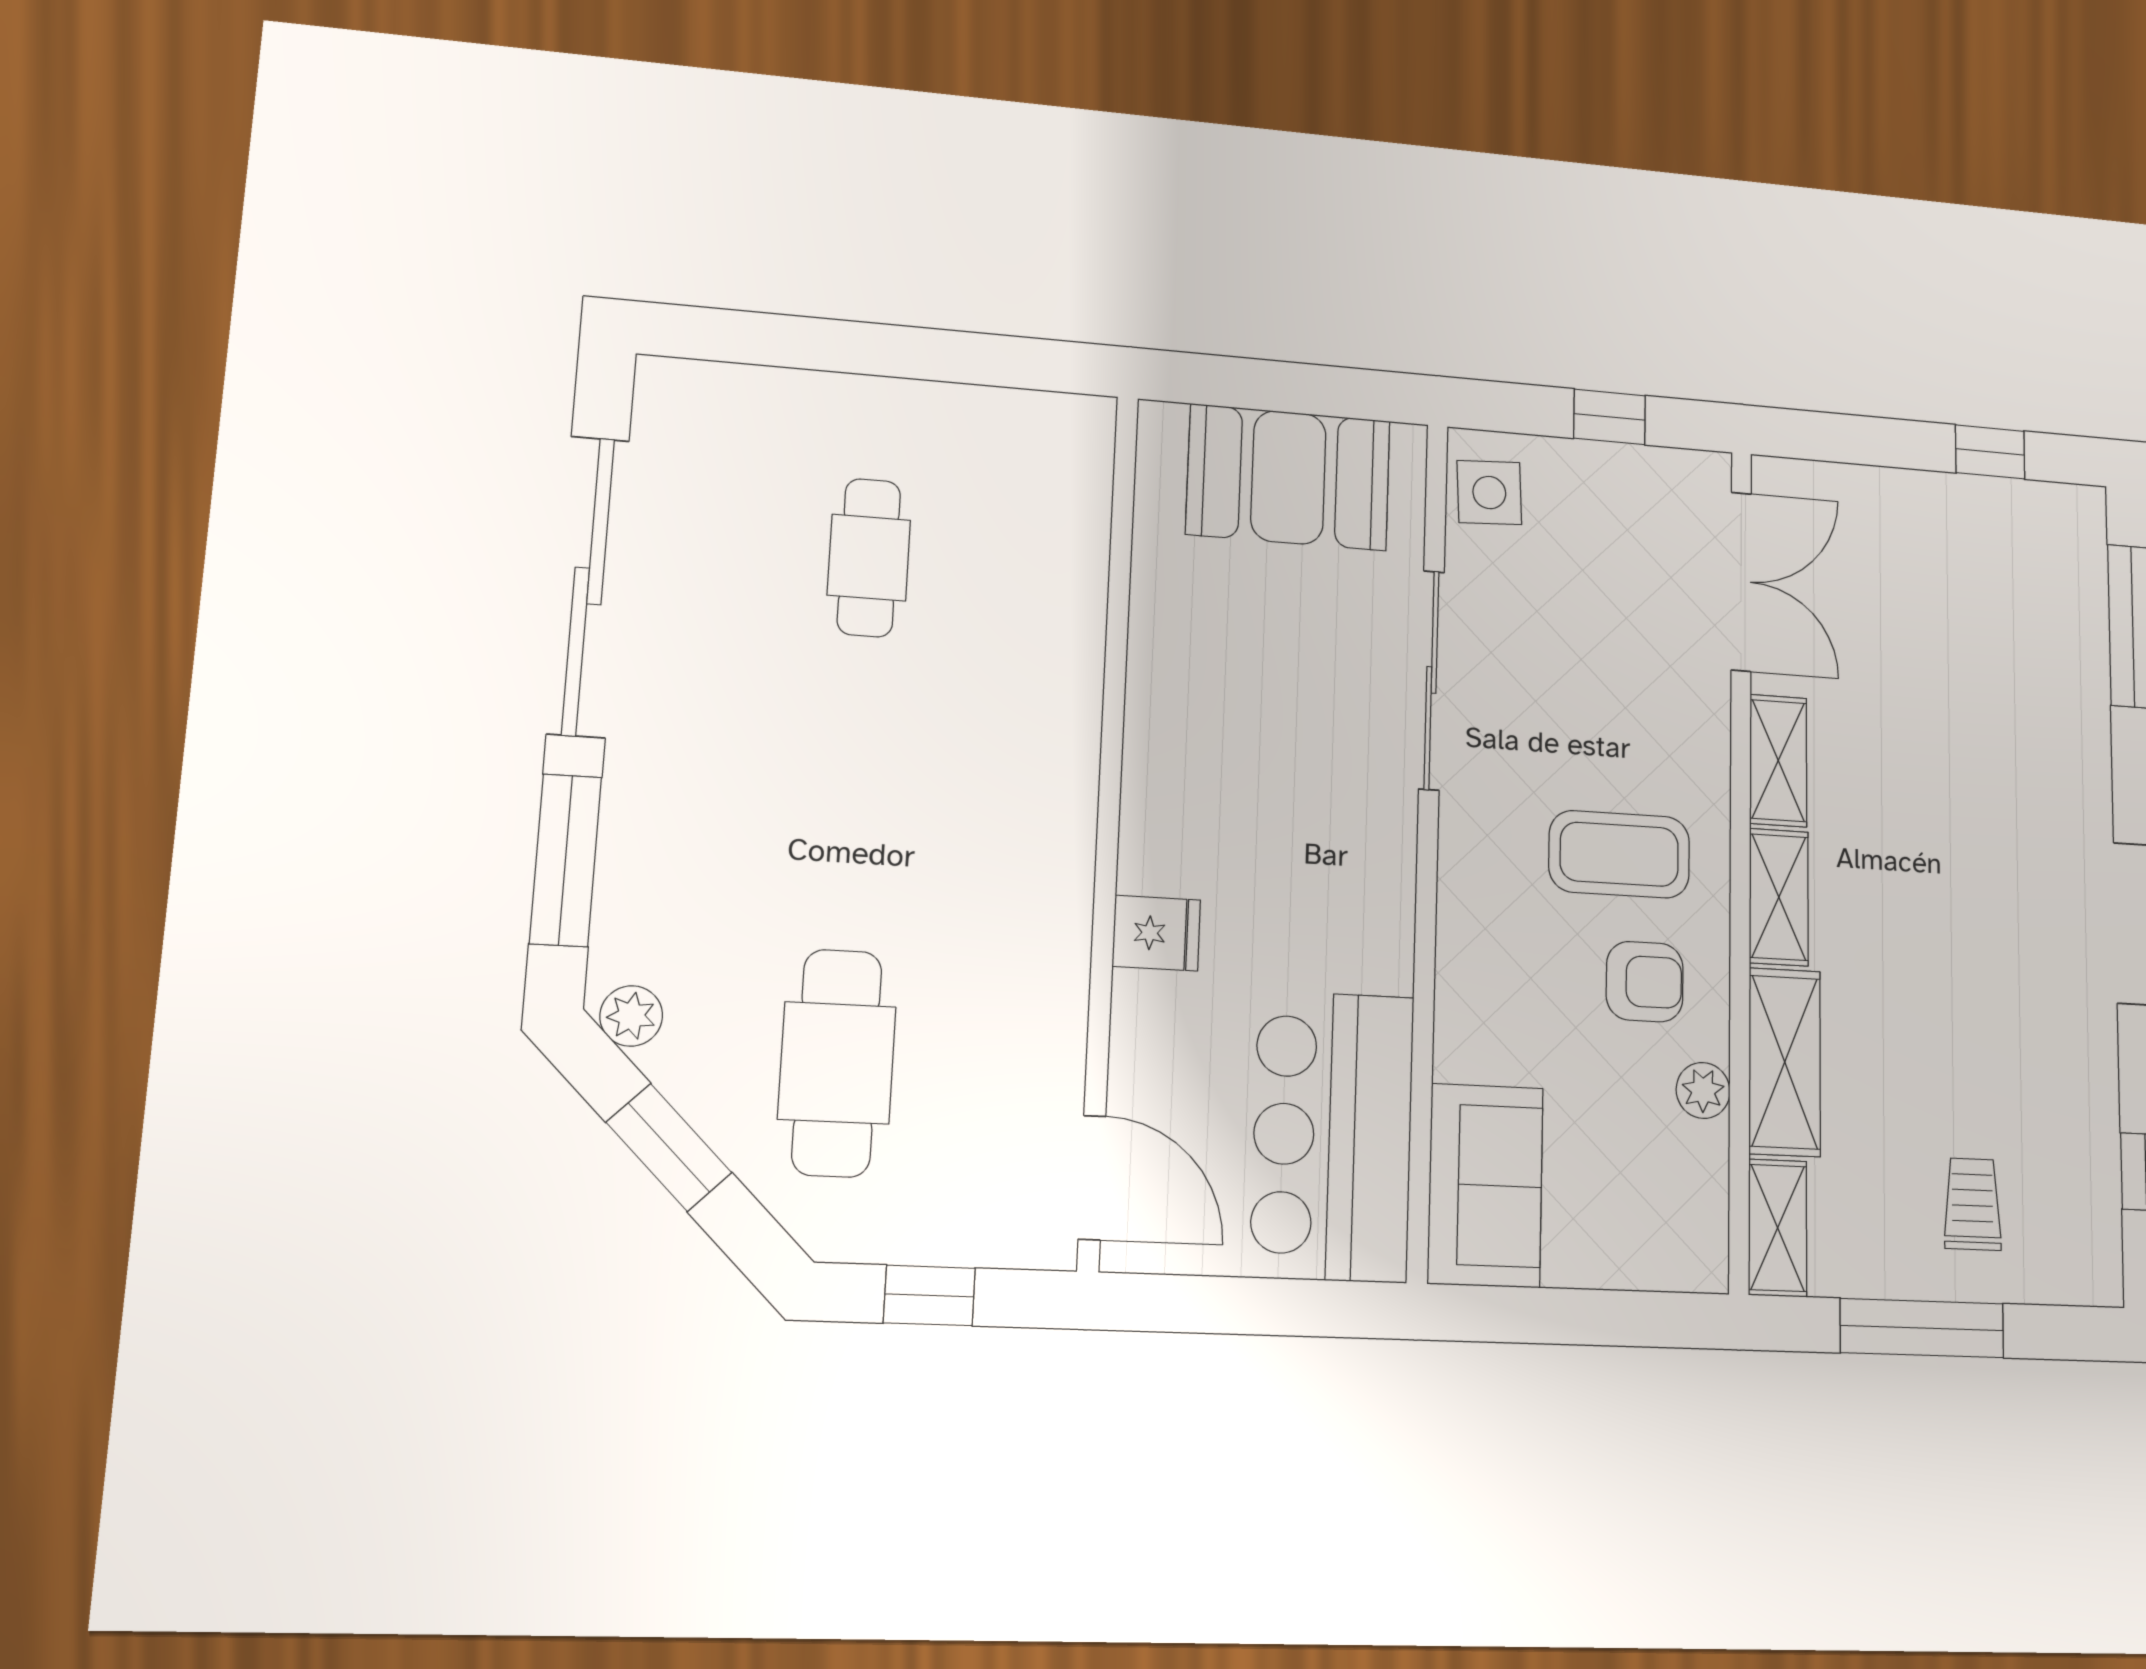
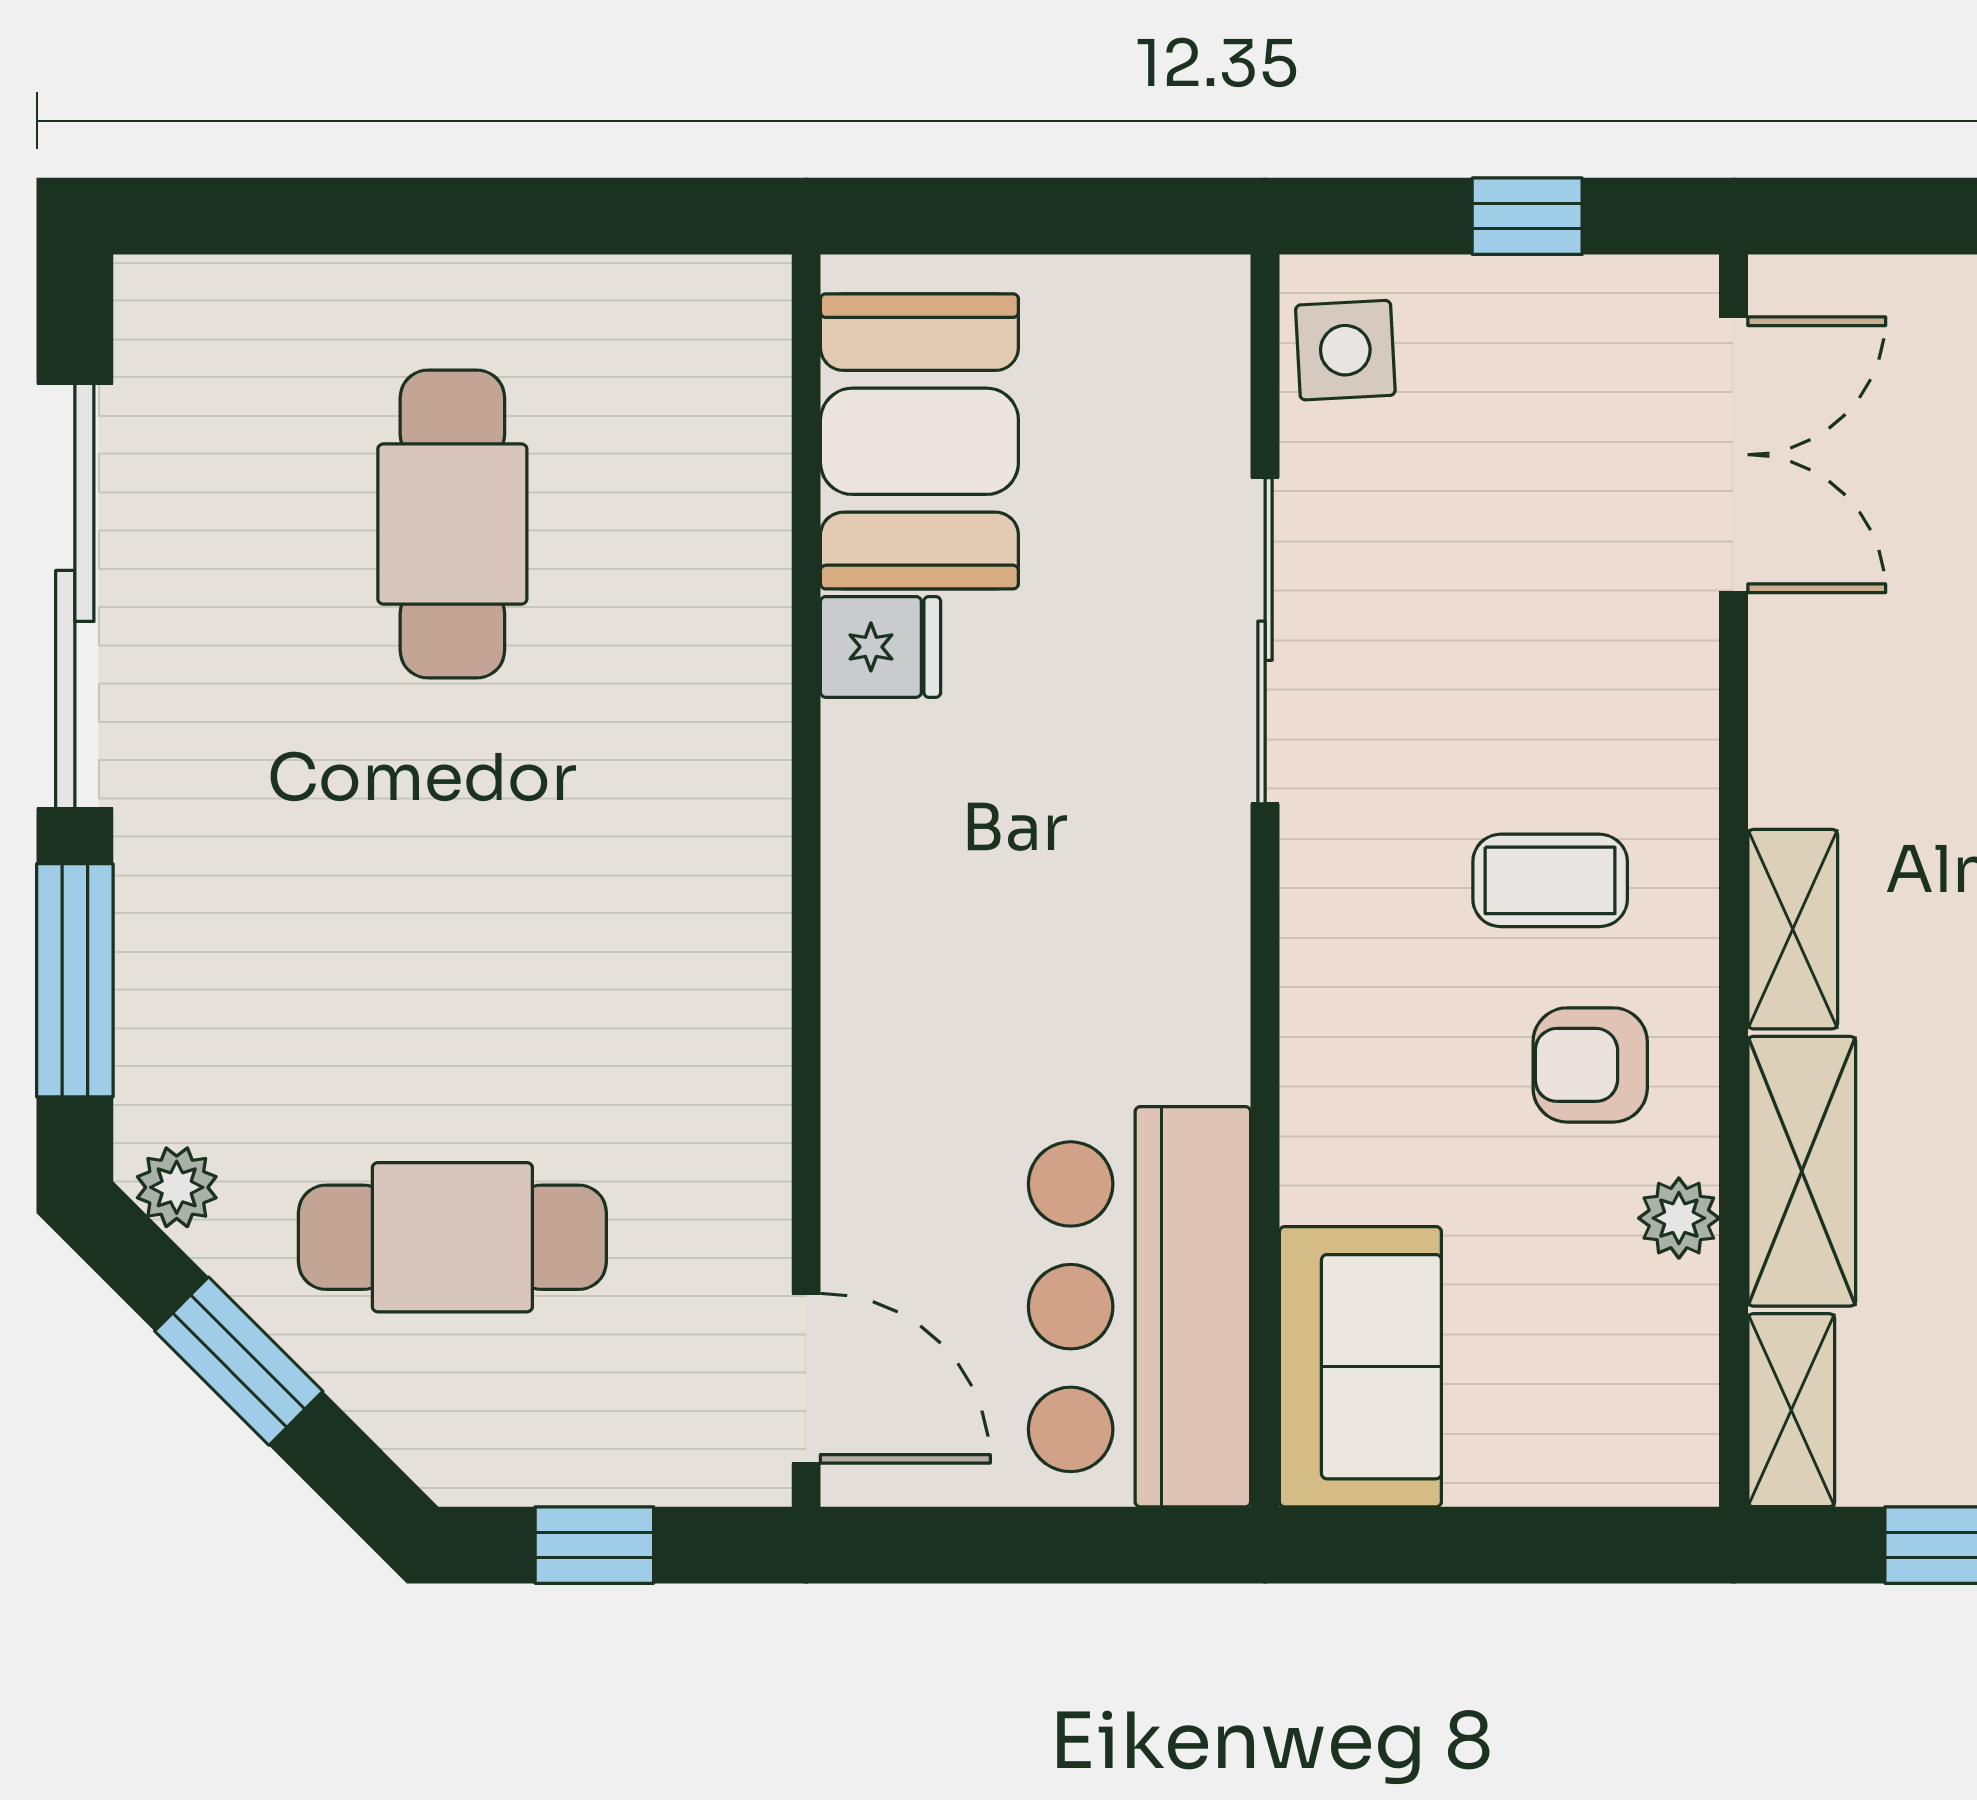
booth: (1288, 477) -> (919, 441), moved, turned 90
cafe table: (869, 558) -> (452, 524), width x1.37, depth x1.35
shelving: (1778, 761) -> (1792, 724), removed
coffee table: (1619, 854) -> (1550, 880), width x0.73, depth x0.77
fridge: (1156, 933) -> (881, 647), moved
armchair: (1645, 982) -> (1590, 1065), turned 180
cafe table: (837, 1063) -> (452, 1237), turned 90

